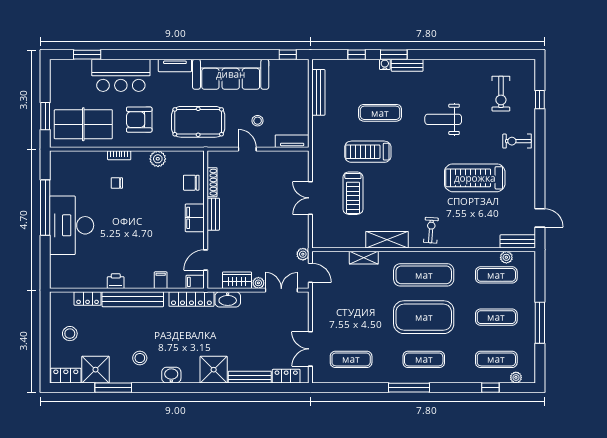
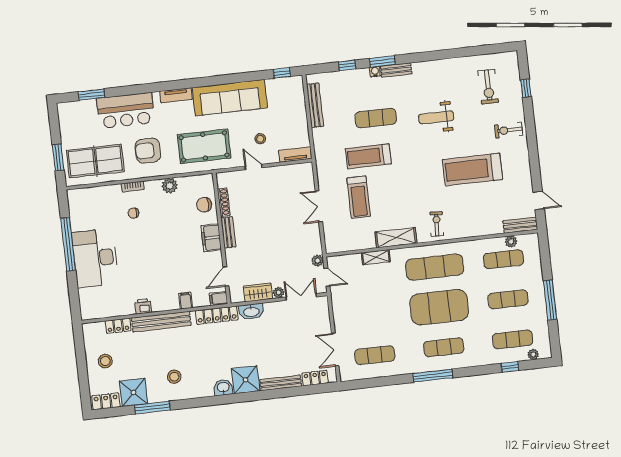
washbasin: (171, 375) -> (223, 388), moved

